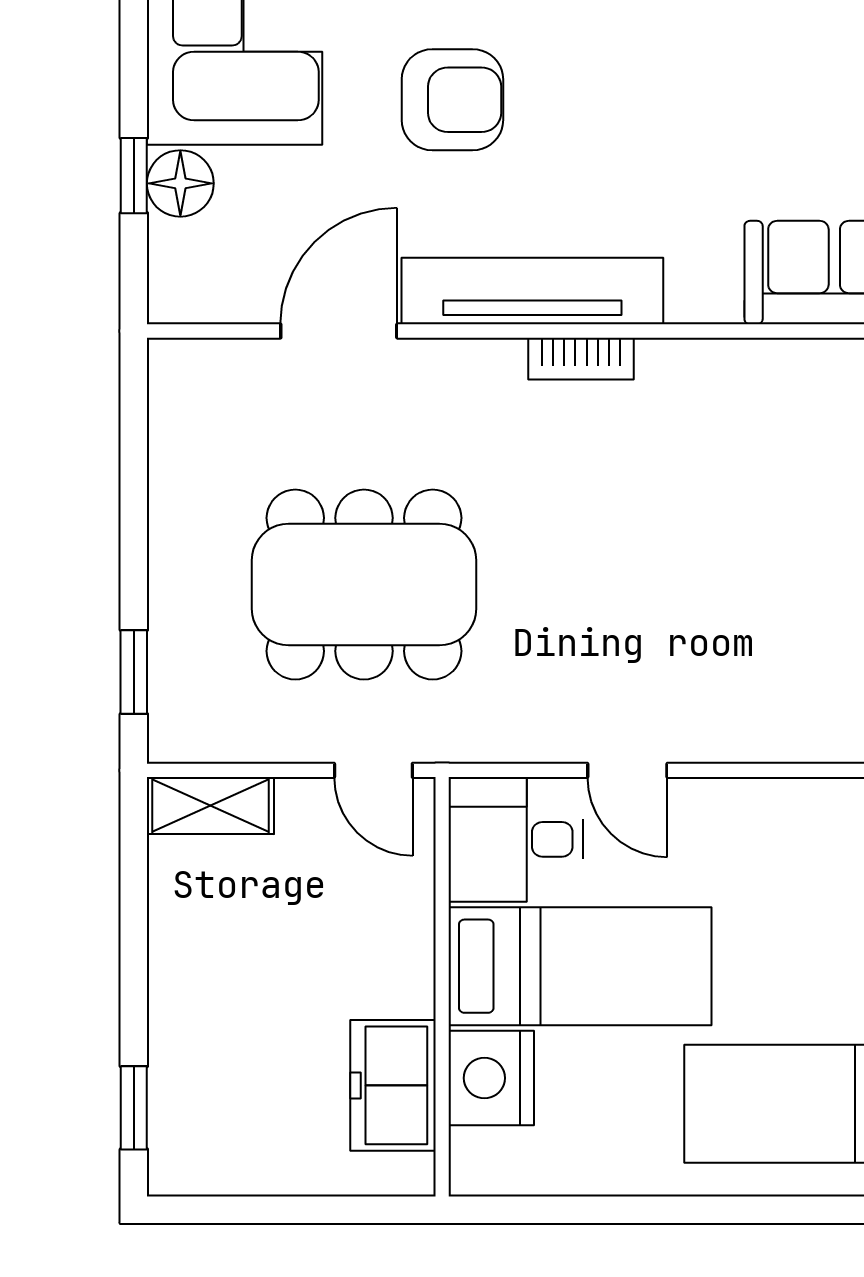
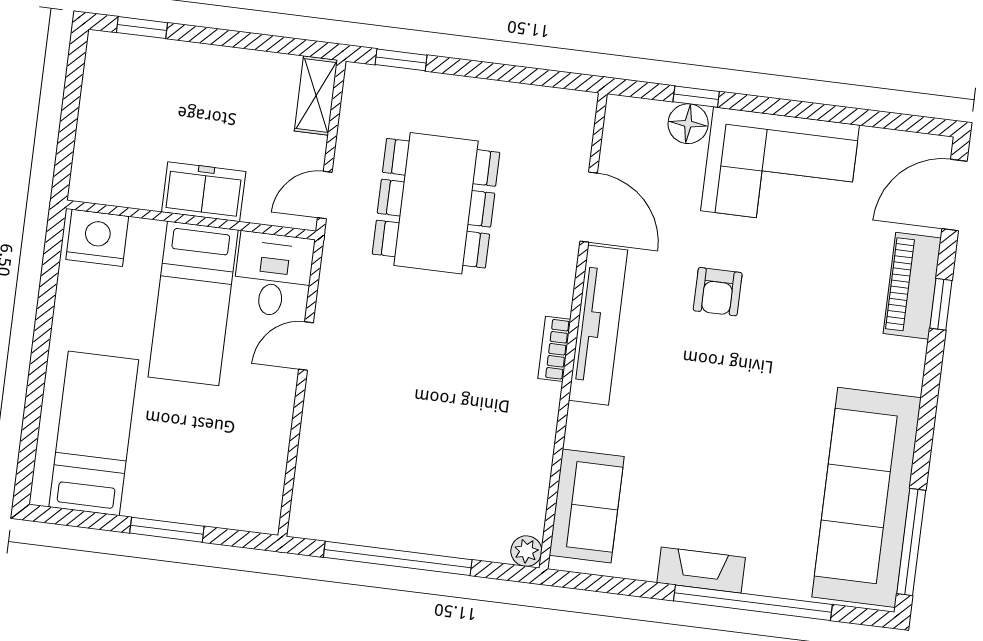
armchair: (452, 100) -> (718, 292), width x0.72, depth x0.72
nightstand: (491, 1078) -> (97, 238), moved
freezer: (393, 1085) -> (204, 192), moved

